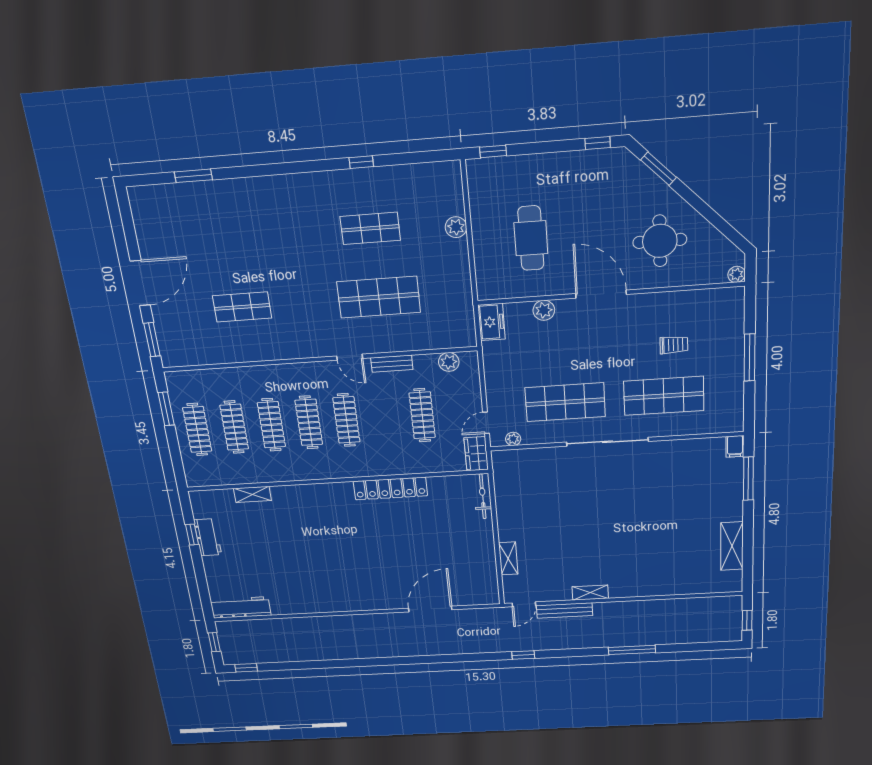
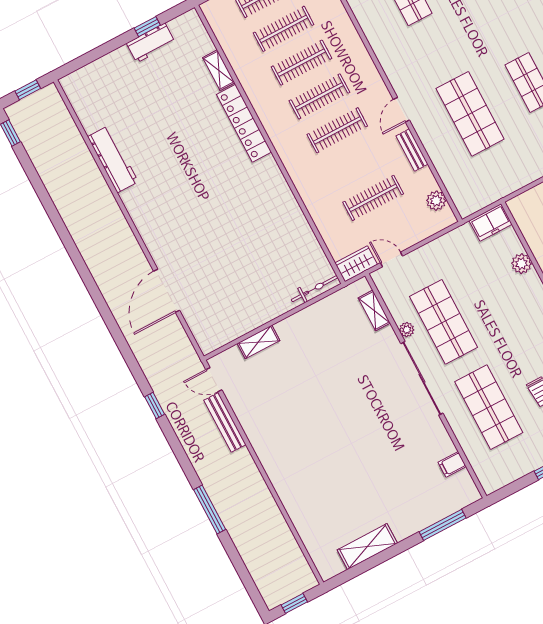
plant: (513, 439) -> (407, 330), moved
filing cabinet: (735, 446) -> (452, 464), moved
locker: (390, 488) -> (244, 123), moved
shelving: (590, 593) -> (374, 310), moved
workbench: (241, 607) -> (113, 159), moved
door: (430, 609) -> (167, 291), swing flipped

